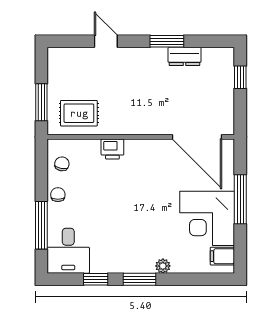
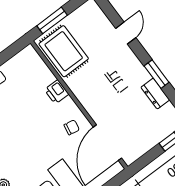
rug: (79, 113) -> (64, 51), width x1.36, depth x1.43
chair: (62, 164) -> (72, 127), moved

